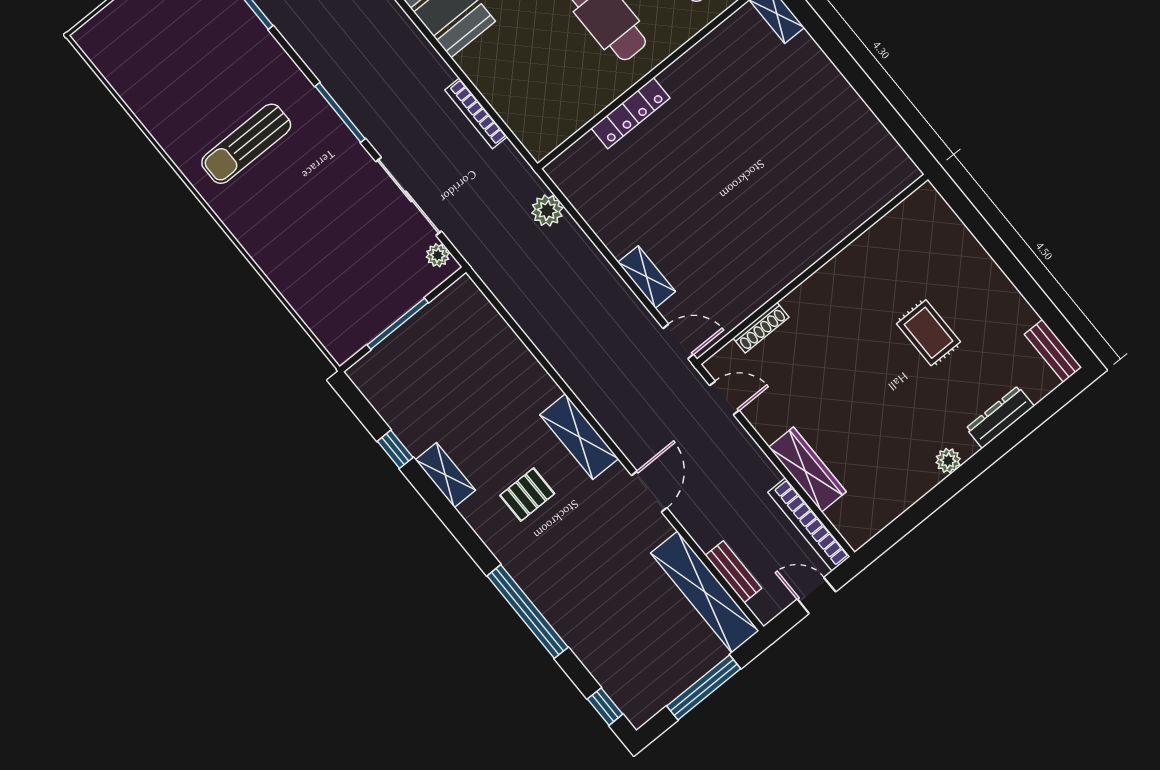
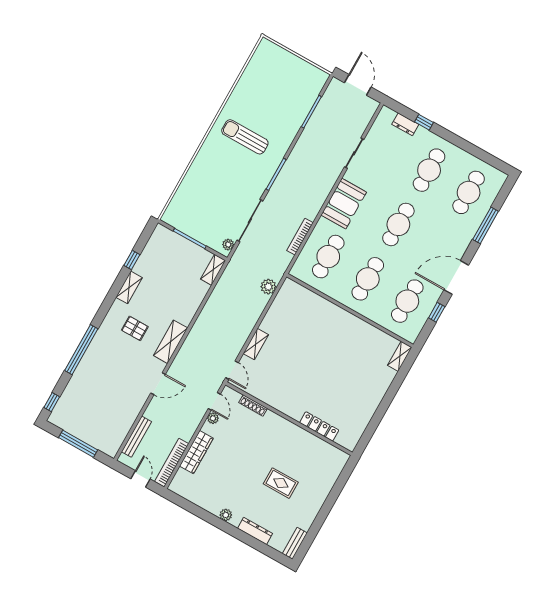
cafe table: (535, 75) -> (328, 257), added
locker: (631, 113) -> (319, 426), moved, turned 180
rug: (929, 333) -> (281, 483), turned 90
plant: (755, 413) -> (213, 418), added
bench: (734, 572) -> (136, 437), width x1.36
shelving: (705, 592) -> (213, 270), moved, width x0.45, depth x0.75

